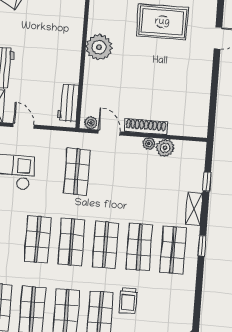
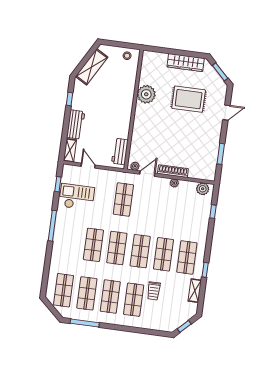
plant: (99, 47) -> (146, 94), moved
window: (213, 98) -> (221, 154), added
door: (109, 132) -> (147, 174), hinge flipped
plant: (165, 148) -> (203, 189), moved
shelving: (194, 209) -> (195, 291), moved
window: (202, 246) -> (205, 270), moved

